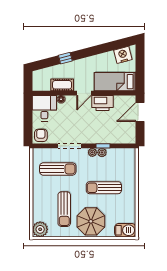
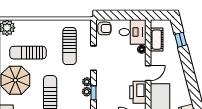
window: (65, 58) -> (181, 40), moved
cot: (62, 85) -> (157, 40), moved
door: (84, 93) -> (148, 73), swing flipped

